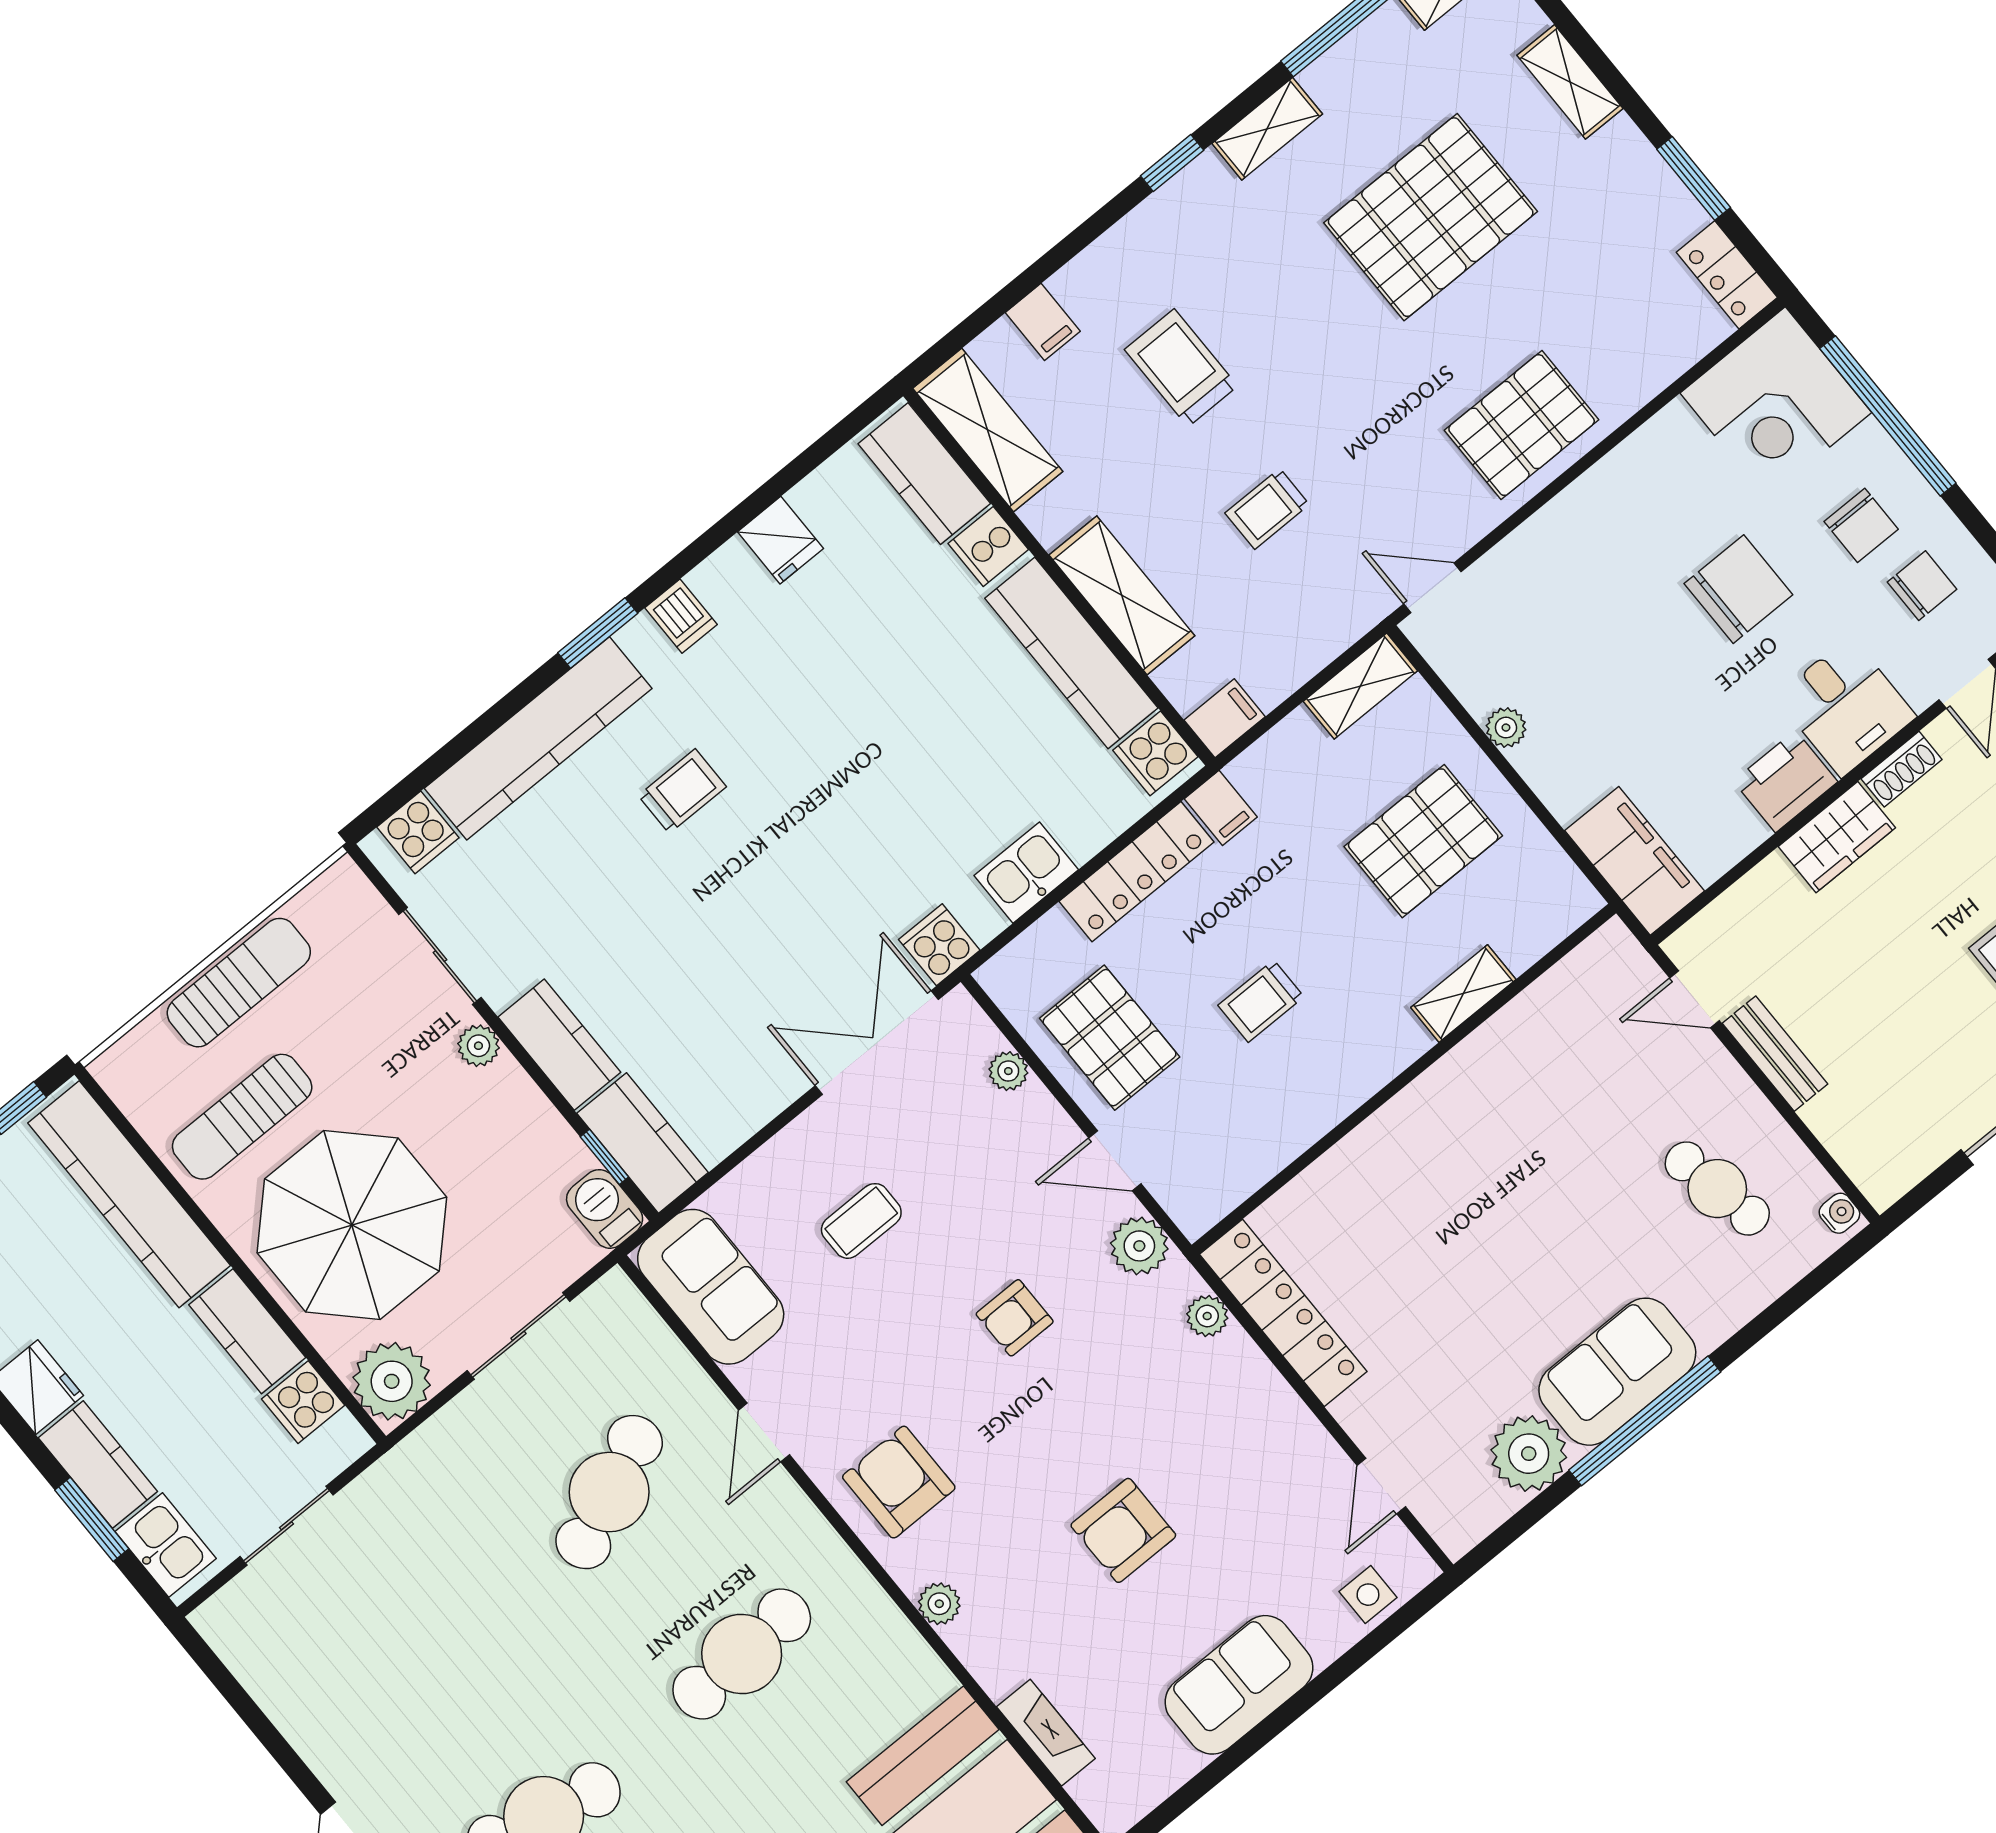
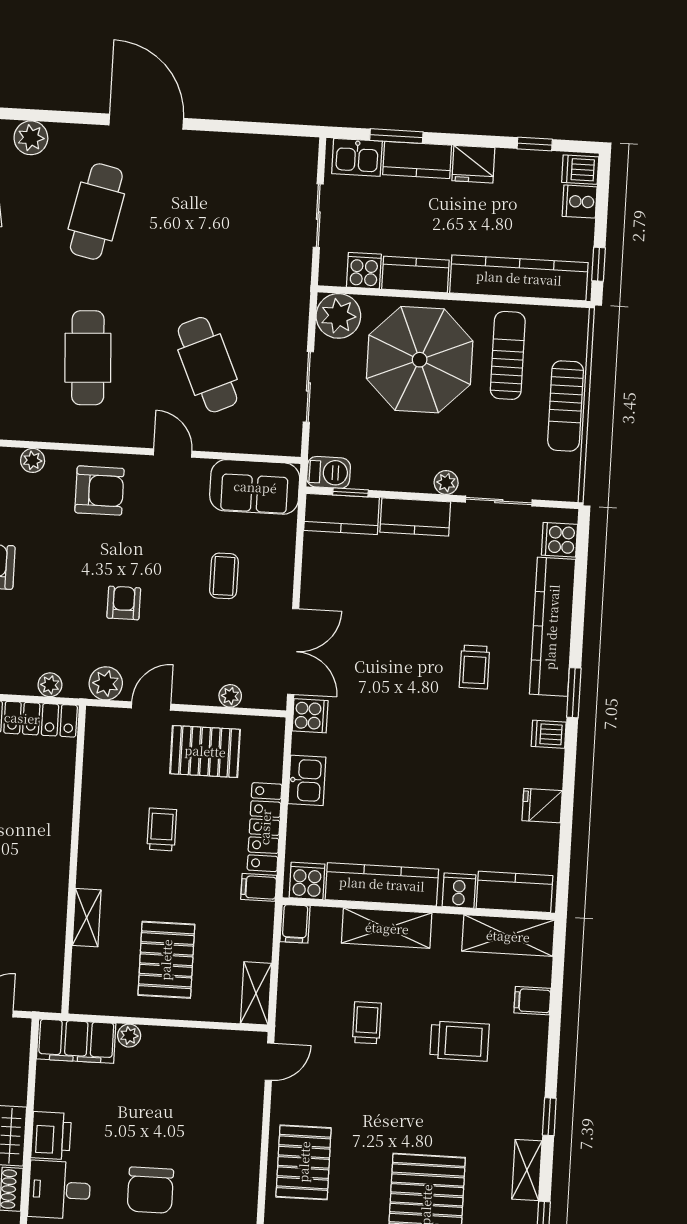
plant: (1506, 728) -> (129, 1036), moved

